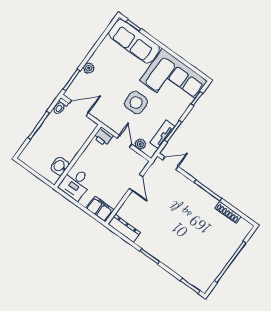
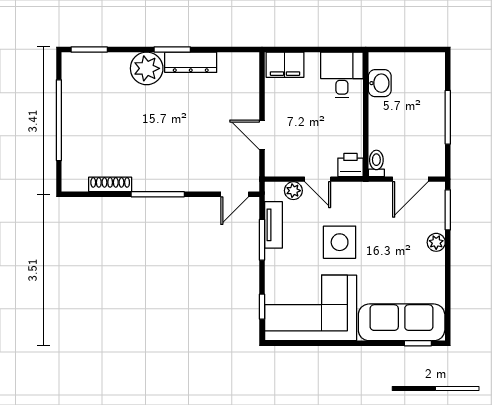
toilet: (60, 107) -> (376, 163), moved
dresser: (124, 228) -> (191, 62), moved
plant: (169, 256) -> (147, 68), added

